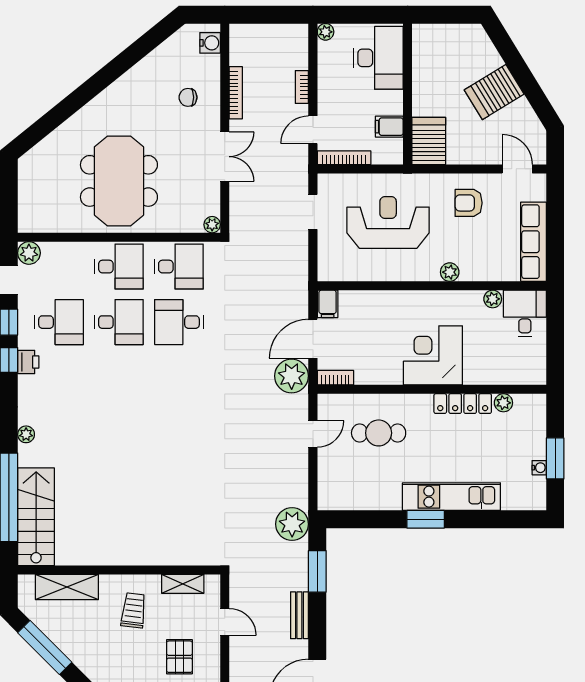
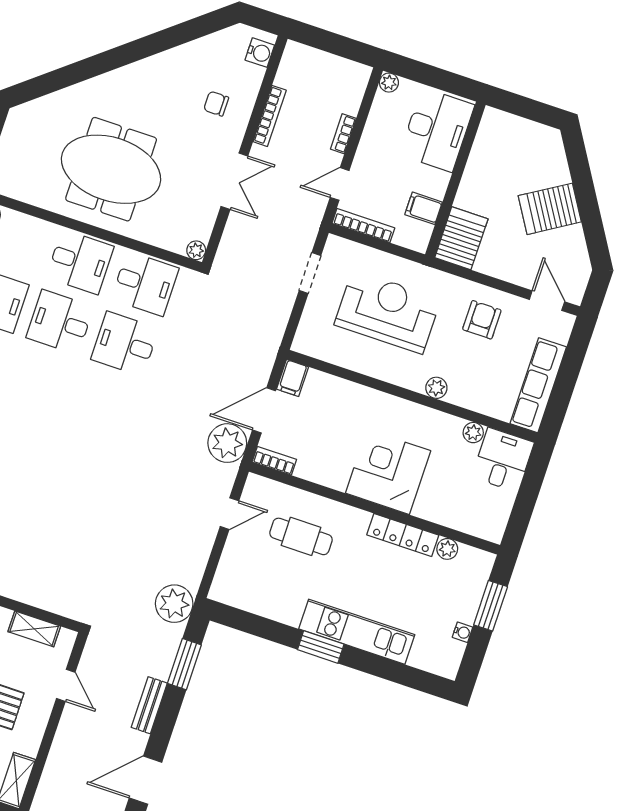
meeting table: (119, 181) -> (111, 169), turned 90
armchair: (469, 203) -> (482, 320), turned 90
desk: (119, 322) -> (60, 322), turned 180
window: (555, 458) -> (491, 606), moved

